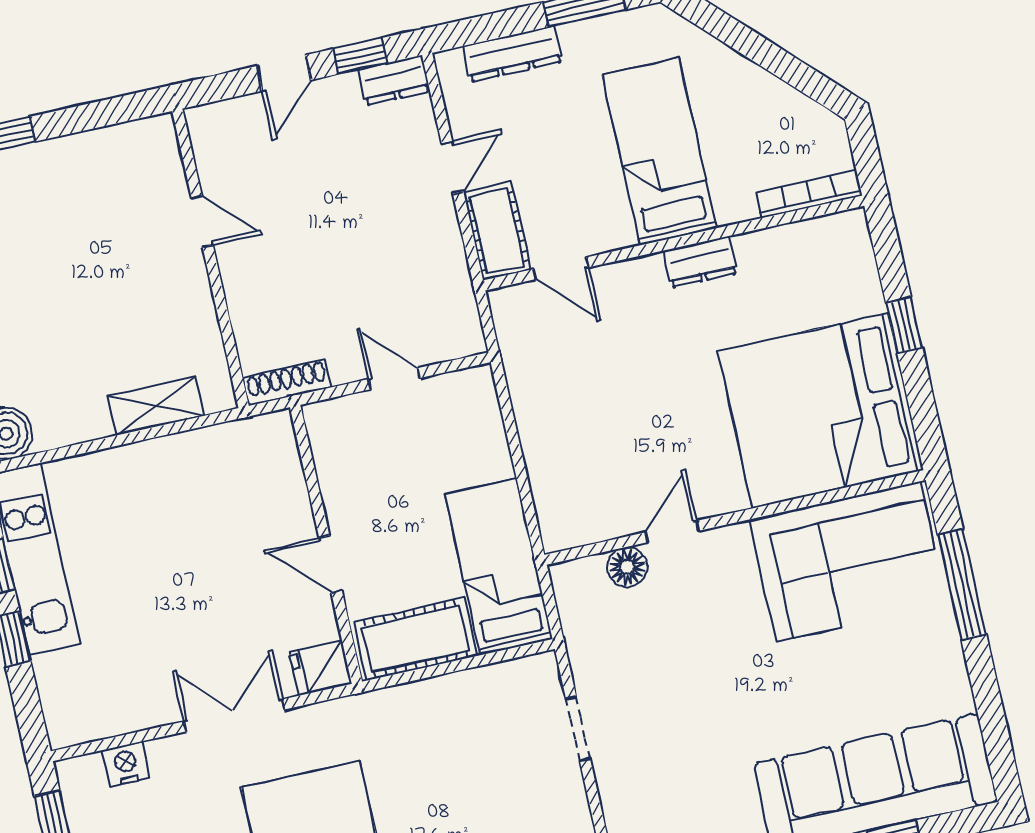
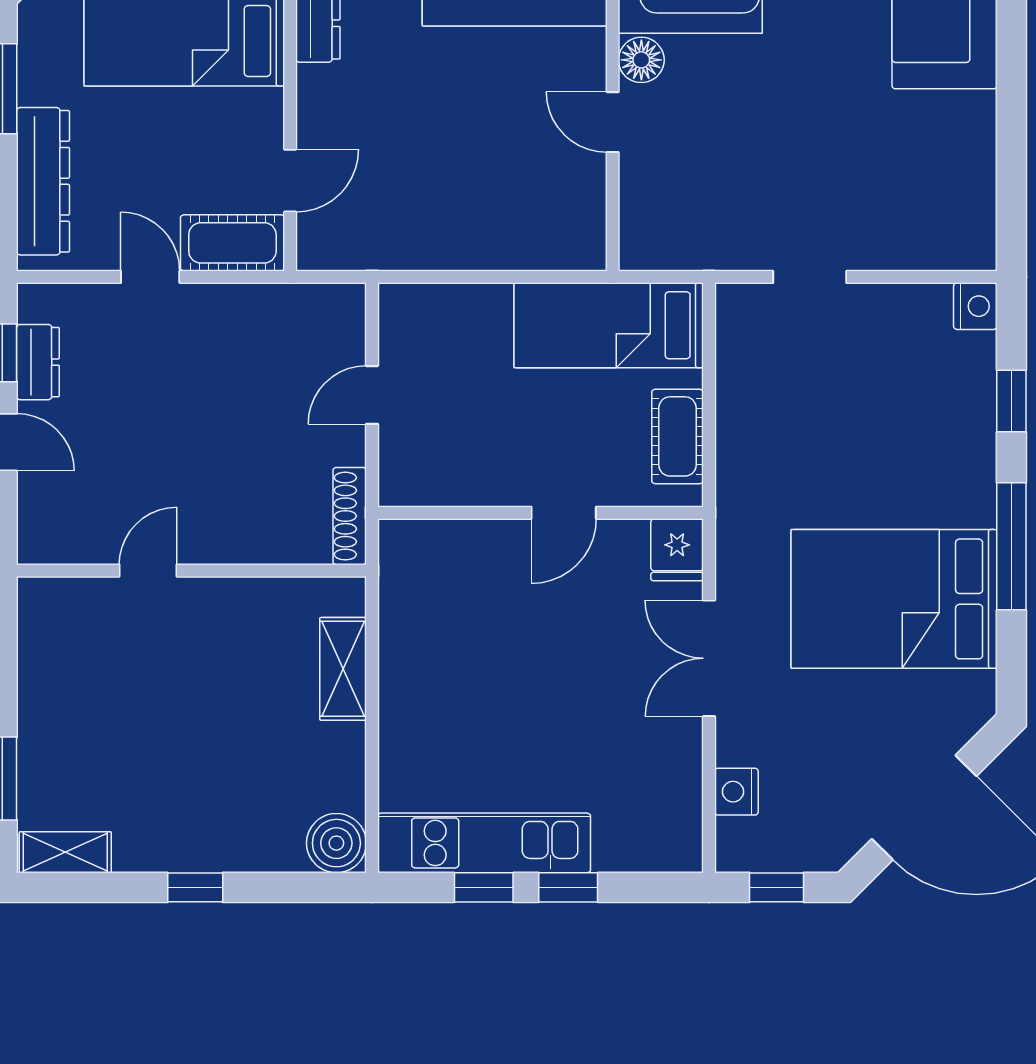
dresser: (513, 54) -> (43, 181), width x1.37, depth x1.24
dresser: (394, 80) -> (38, 362), moved
floor lamp: (627, 567) -> (641, 60), moved
cot: (415, 639) -> (677, 436), width x0.73, depth x0.75

